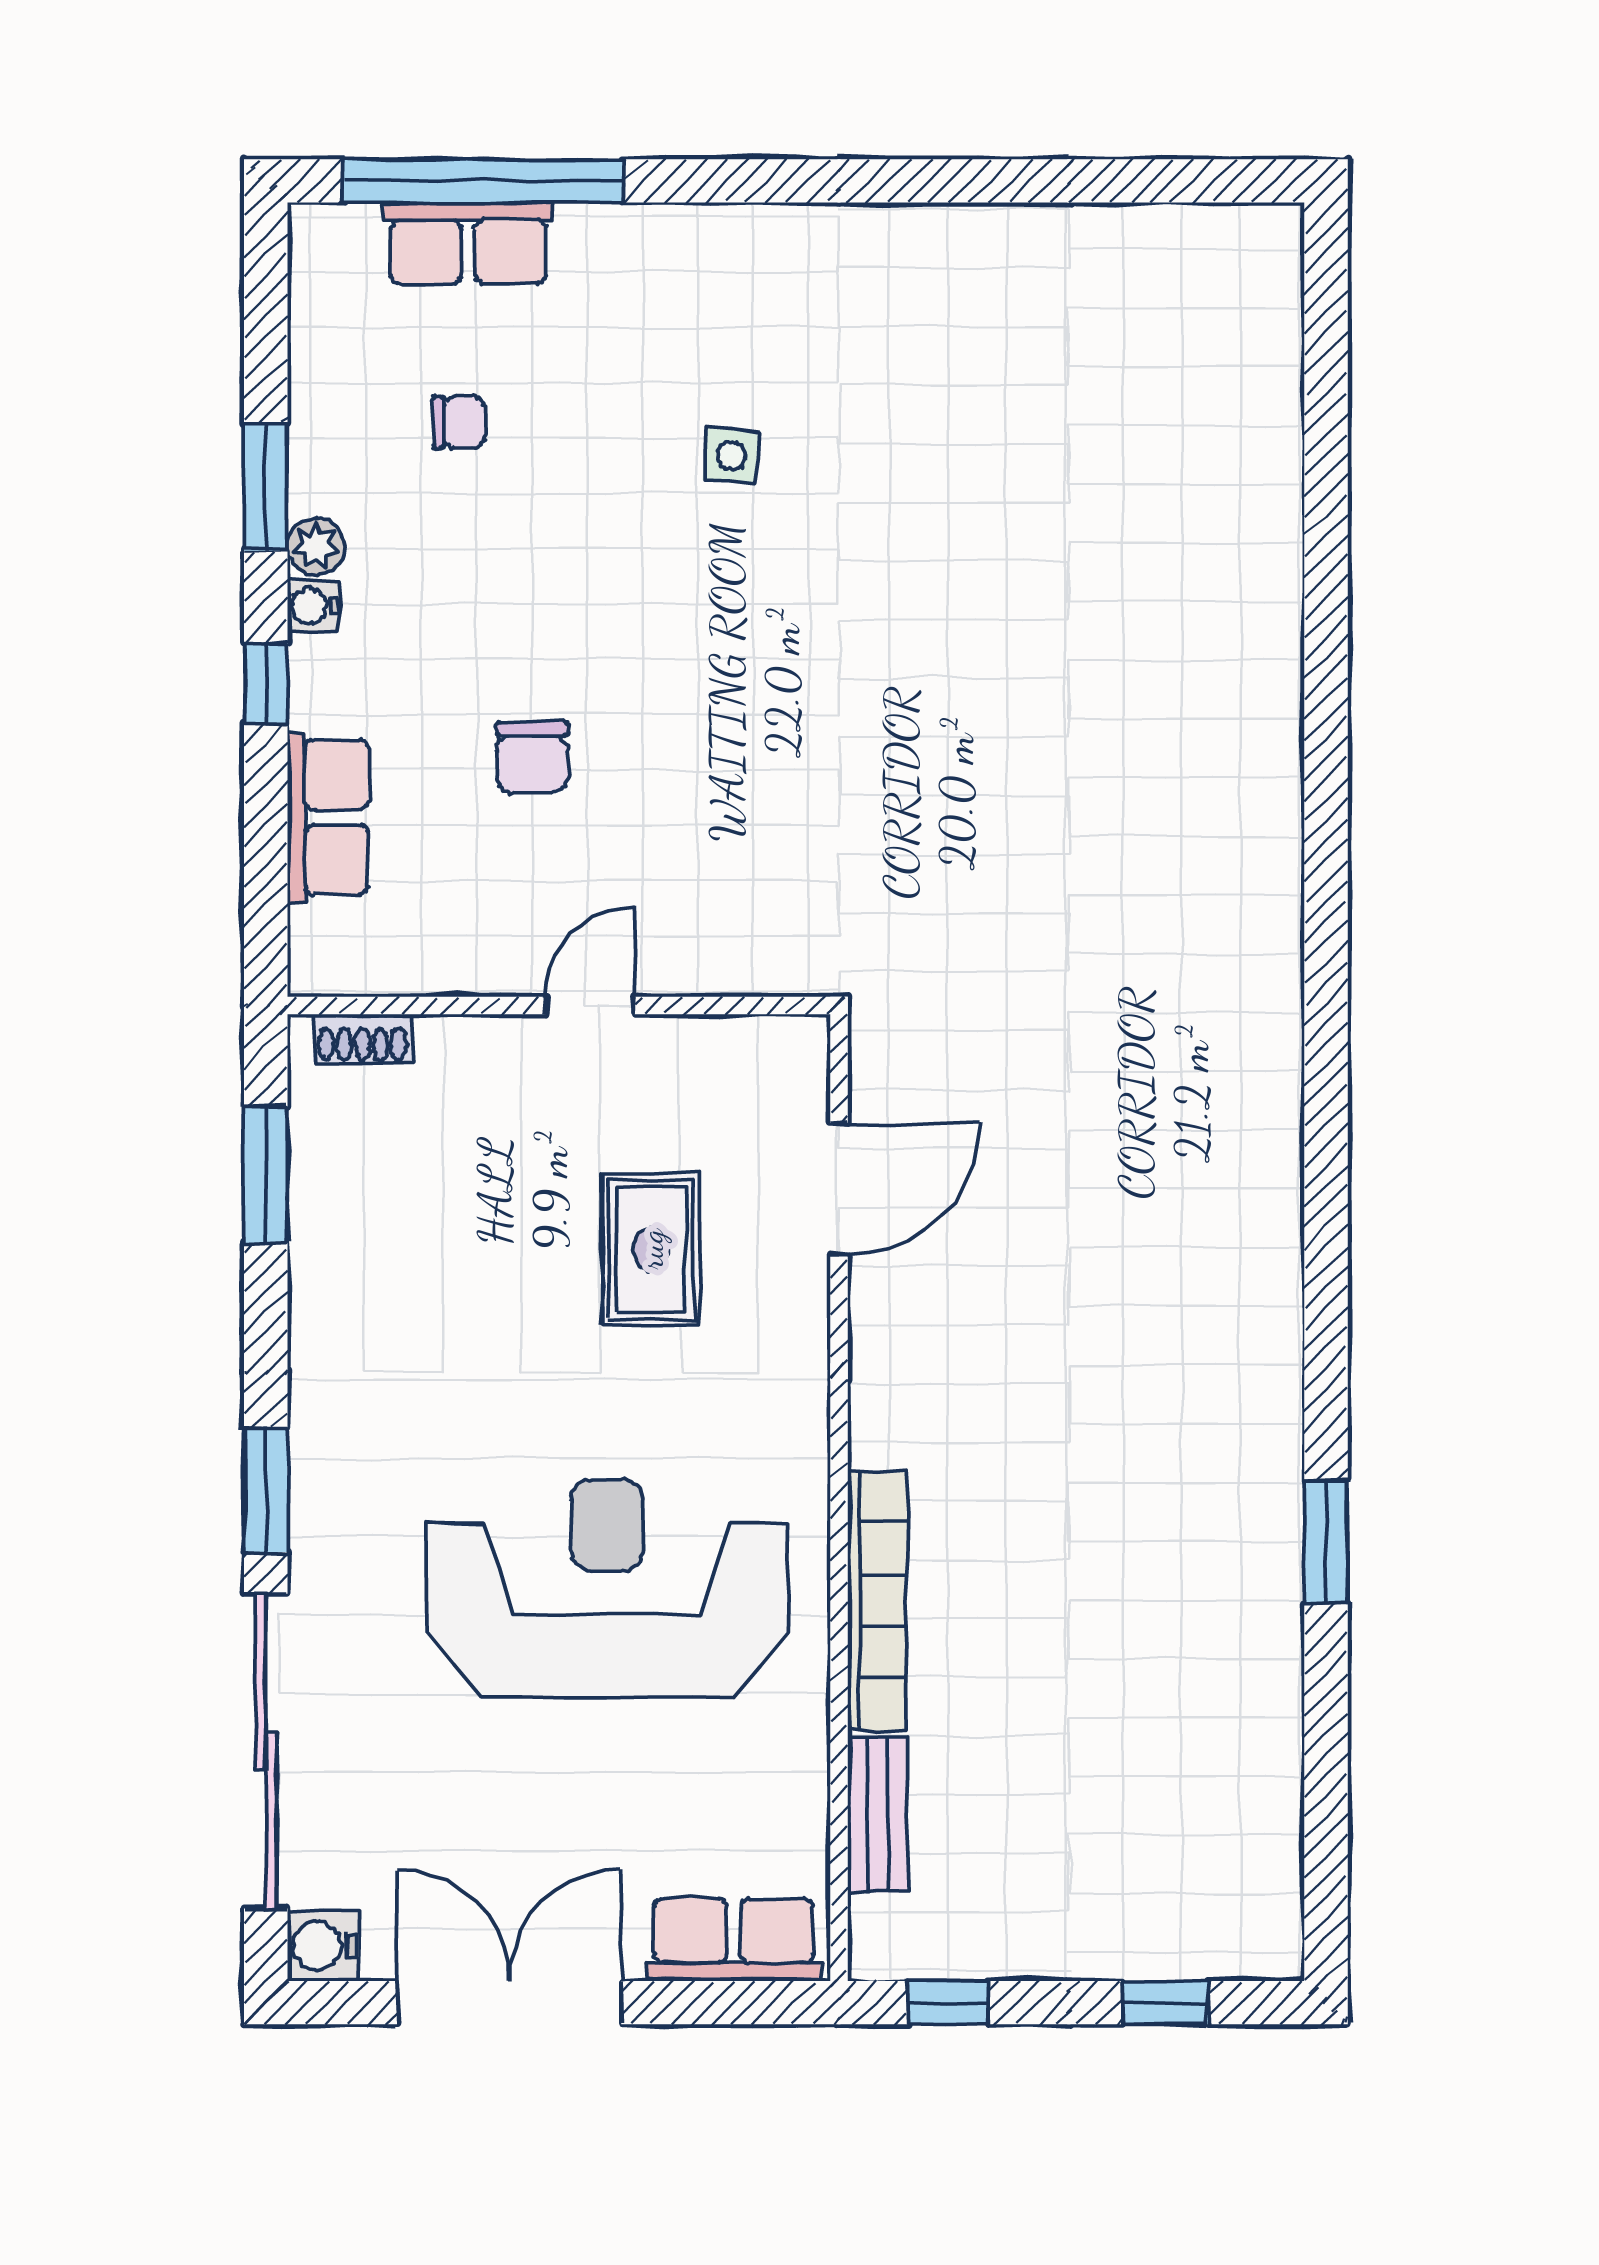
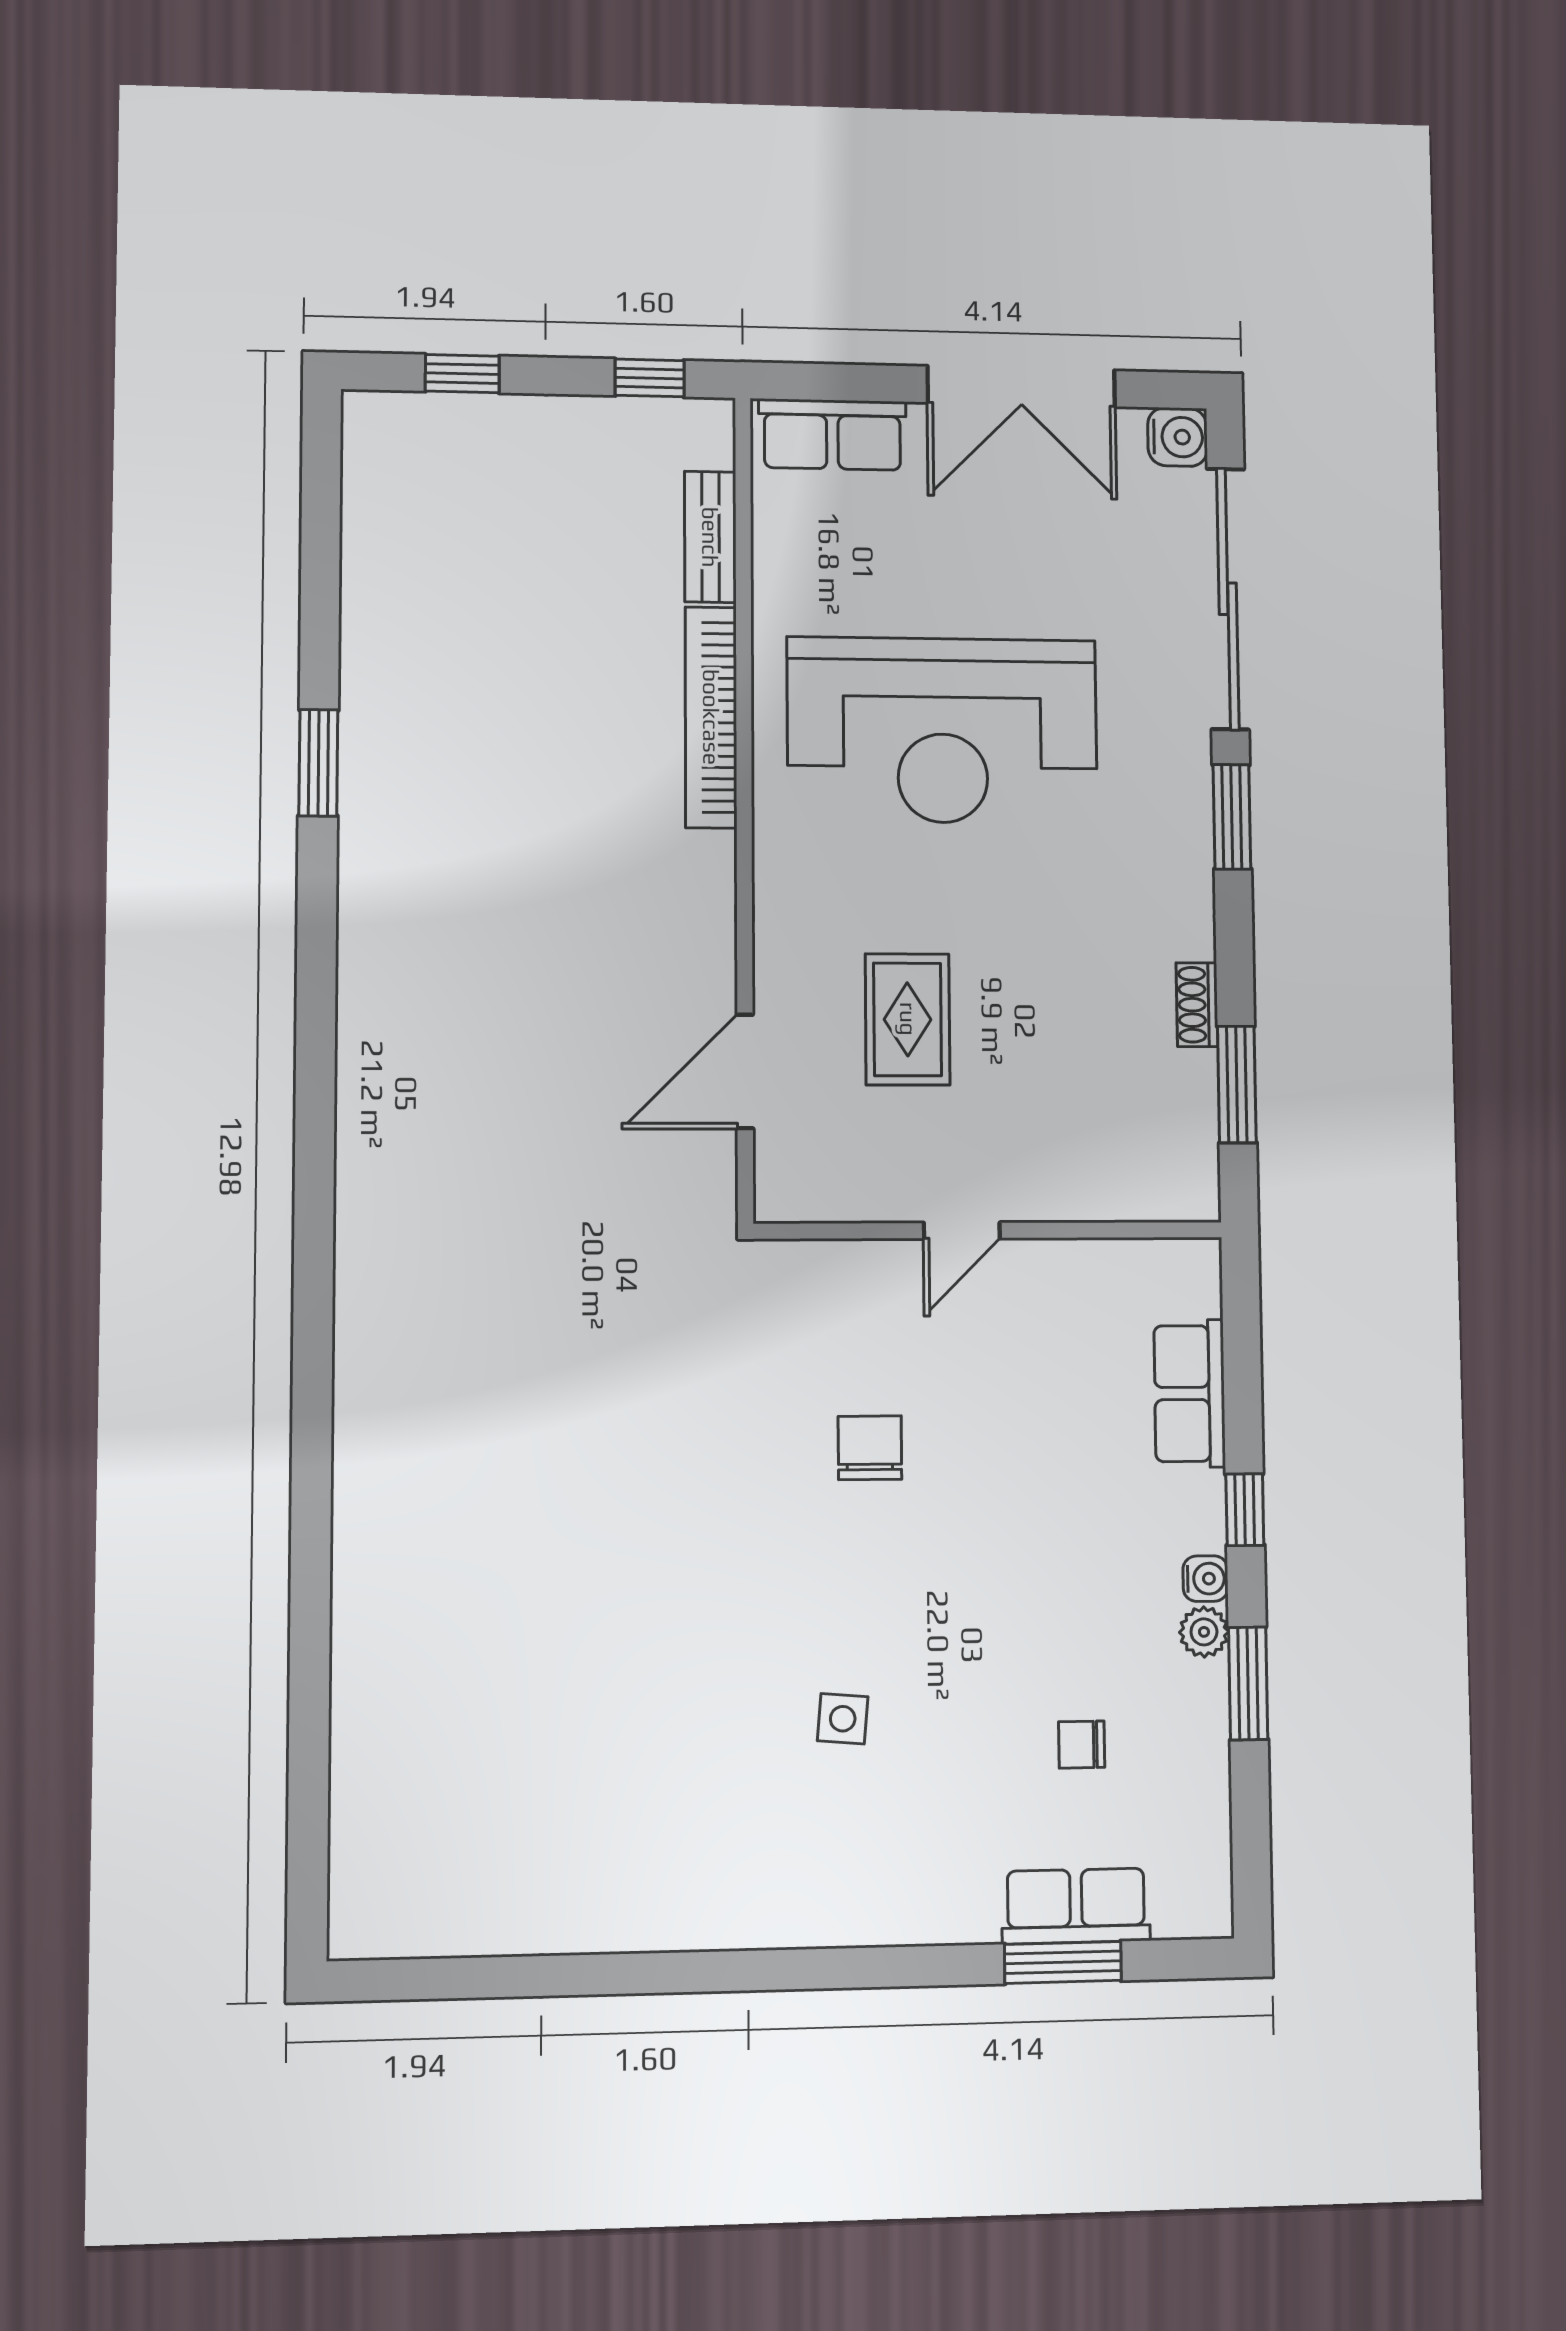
window: (484, 181) -> (1063, 1962), width x0.47
chair: (532, 757) -> (870, 1448), moved
shoe rack: (362, 1038) -> (1197, 1005), moved, turned -90

